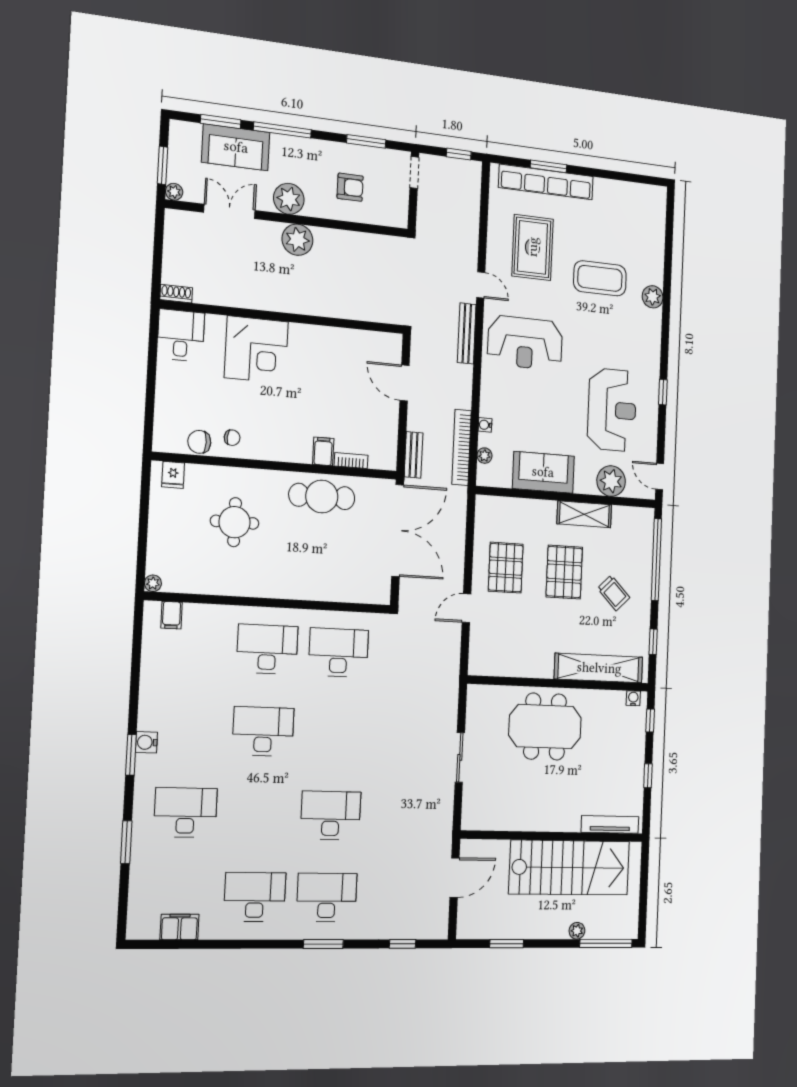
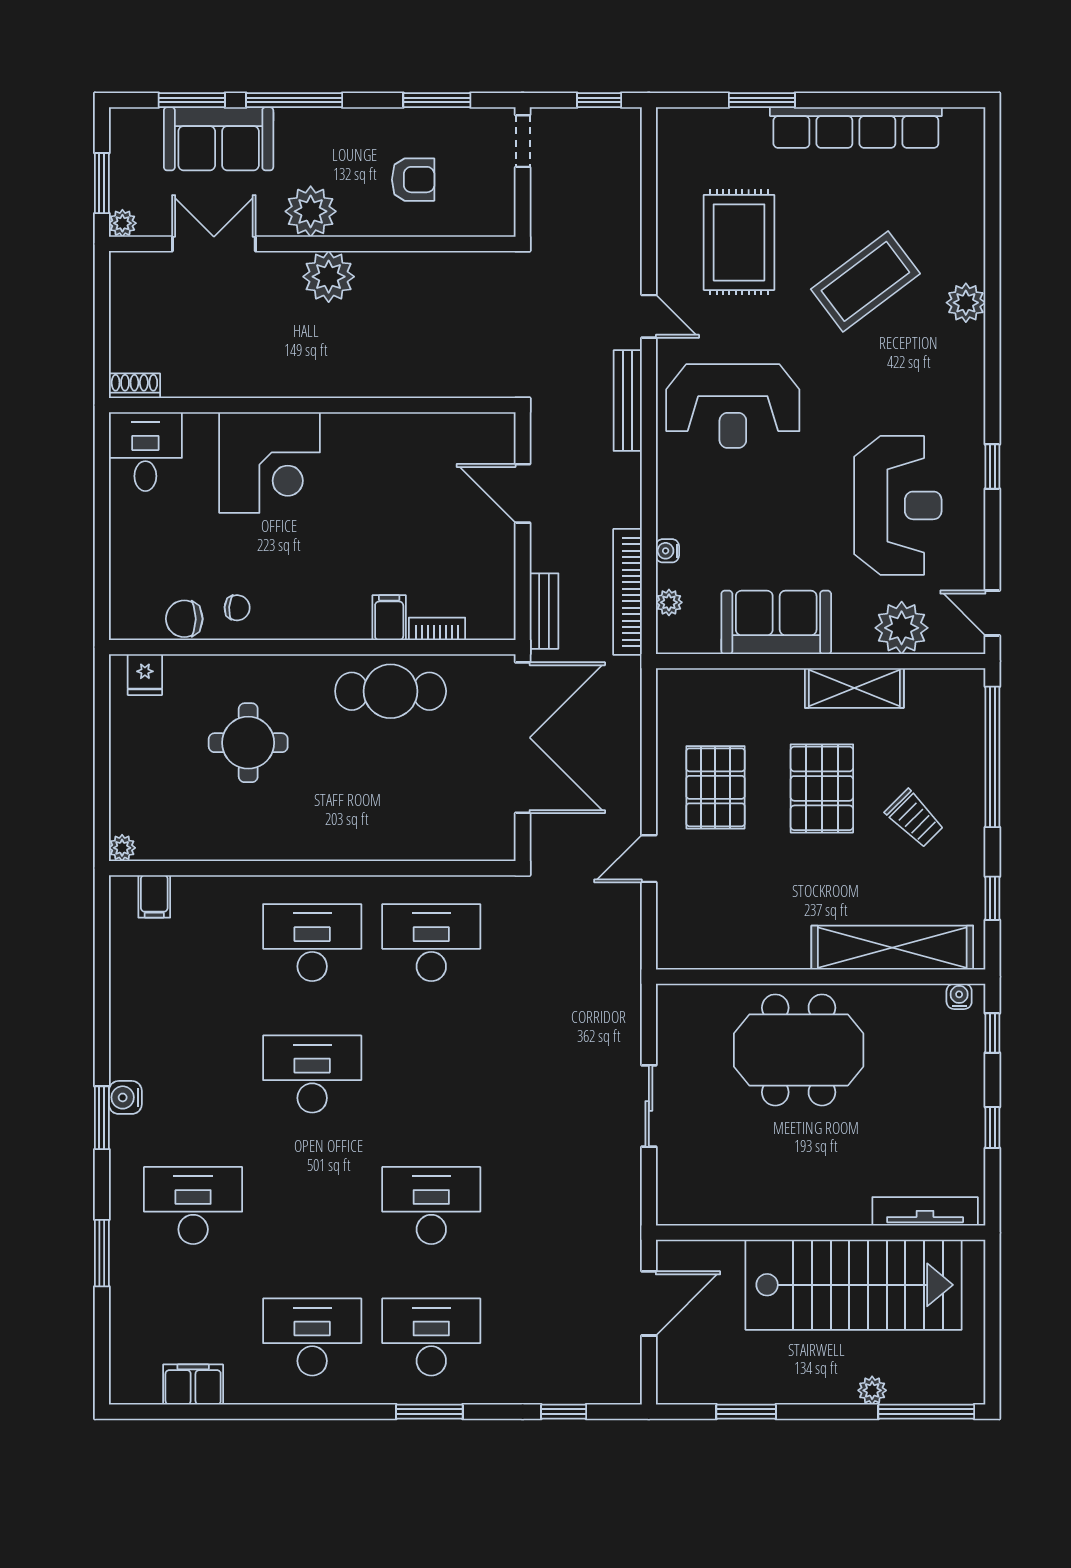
row of seats: (546, 182) -> (856, 128), moved
coffee table: (600, 278) -> (865, 281), turned -37

